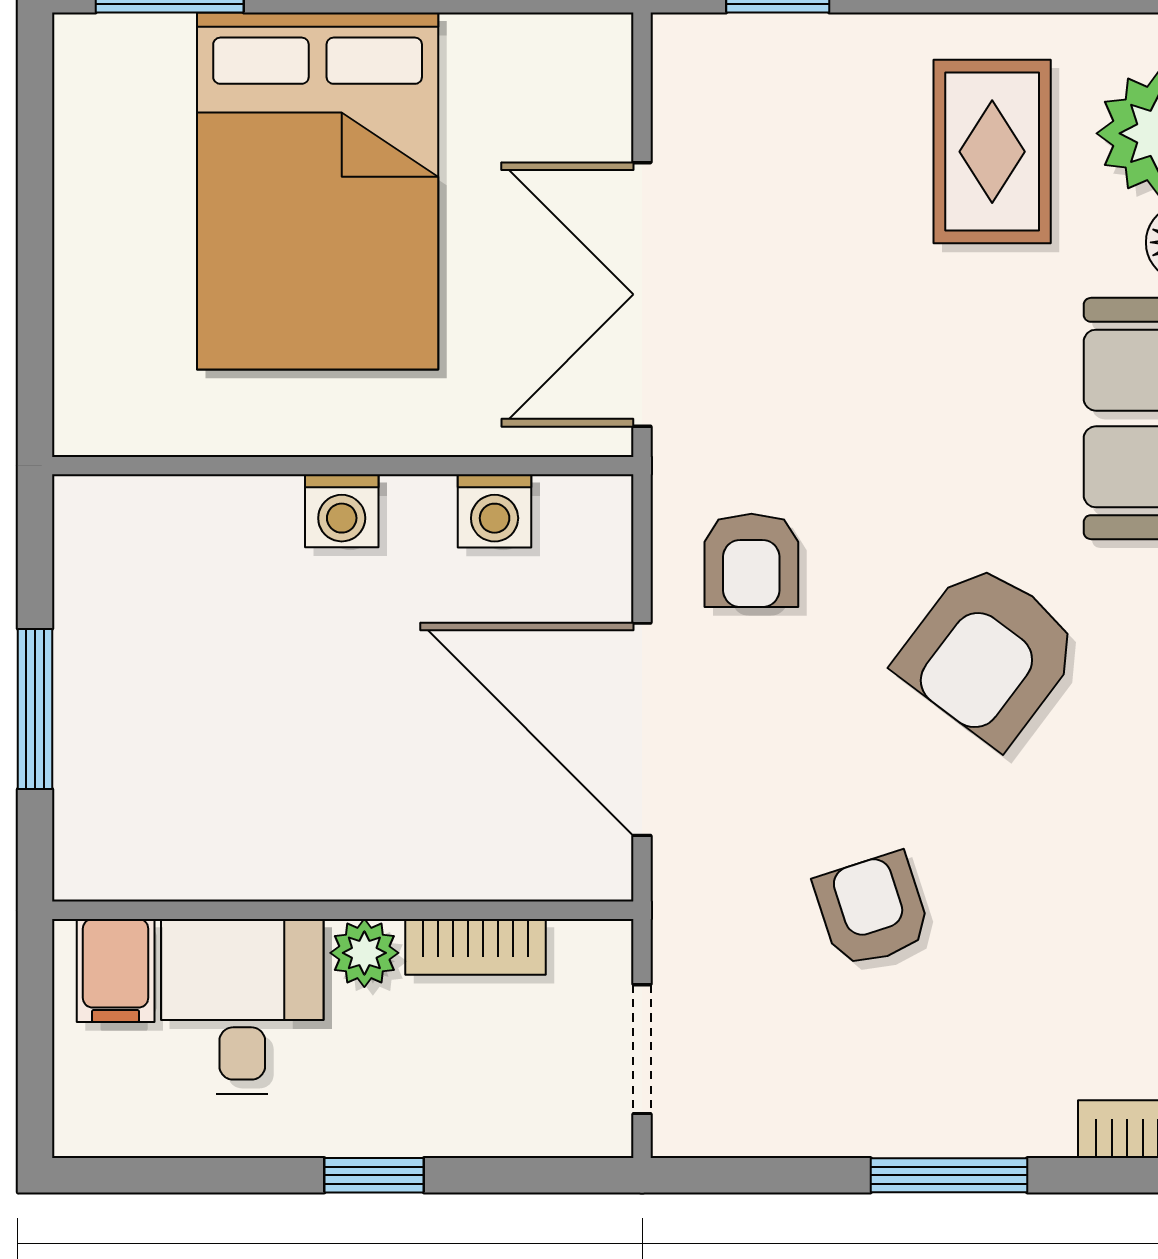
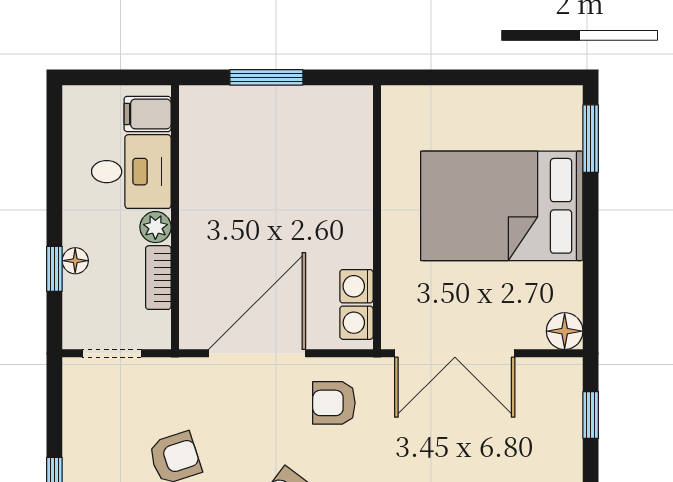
floor lamp: (593, 53) -> (565, 331), added
double door: (642, 294) -> (455, 353), swing flipped
washing machine: (342, 511) -> (356, 323), moved
floor lamp: (438, 1130) -> (75, 261), added
window: (374, 1175) -> (54, 269), moved

